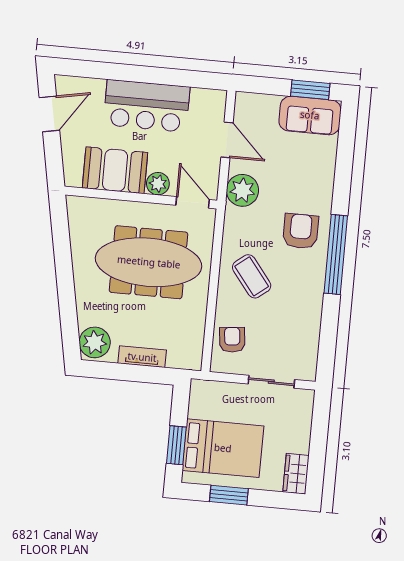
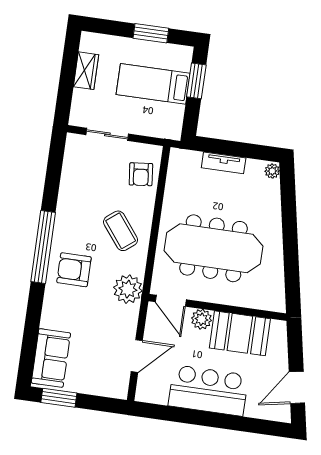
sofa: (310, 115) -> (51, 358), moved, turned 90
door: (227, 140) -> (137, 356), swing flipped
plant: (242, 190) -> (128, 289), moved
armchair: (301, 231) -> (74, 270), turned 90
plant: (95, 342) -> (272, 171), width x0.53, depth x0.53
bed: (223, 448) -> (153, 84), width x0.67
wardrobe: (296, 474) -> (86, 71), moved

